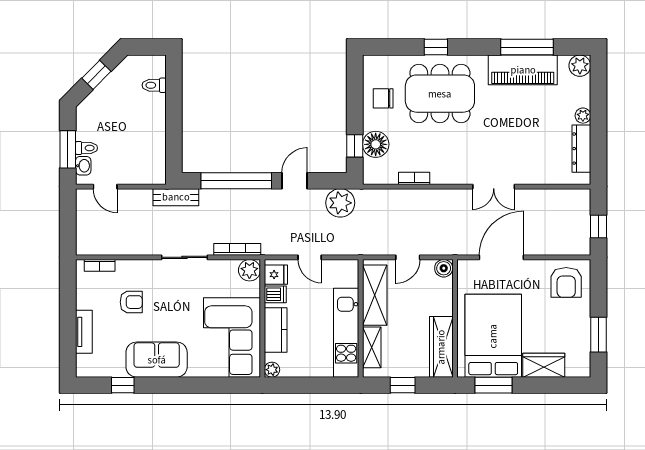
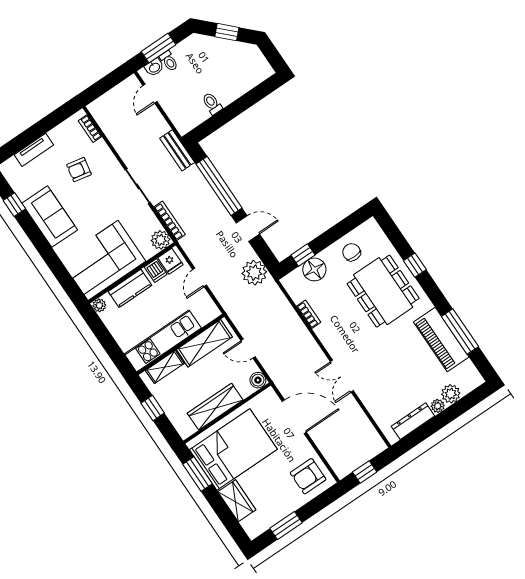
plant: (580, 66) -> (451, 394), moved
toilet: (154, 85) -> (212, 104), moved
armchair: (131, 302) -> (79, 170), turned 101
wardrobe: (441, 347) -> (215, 407), moved

